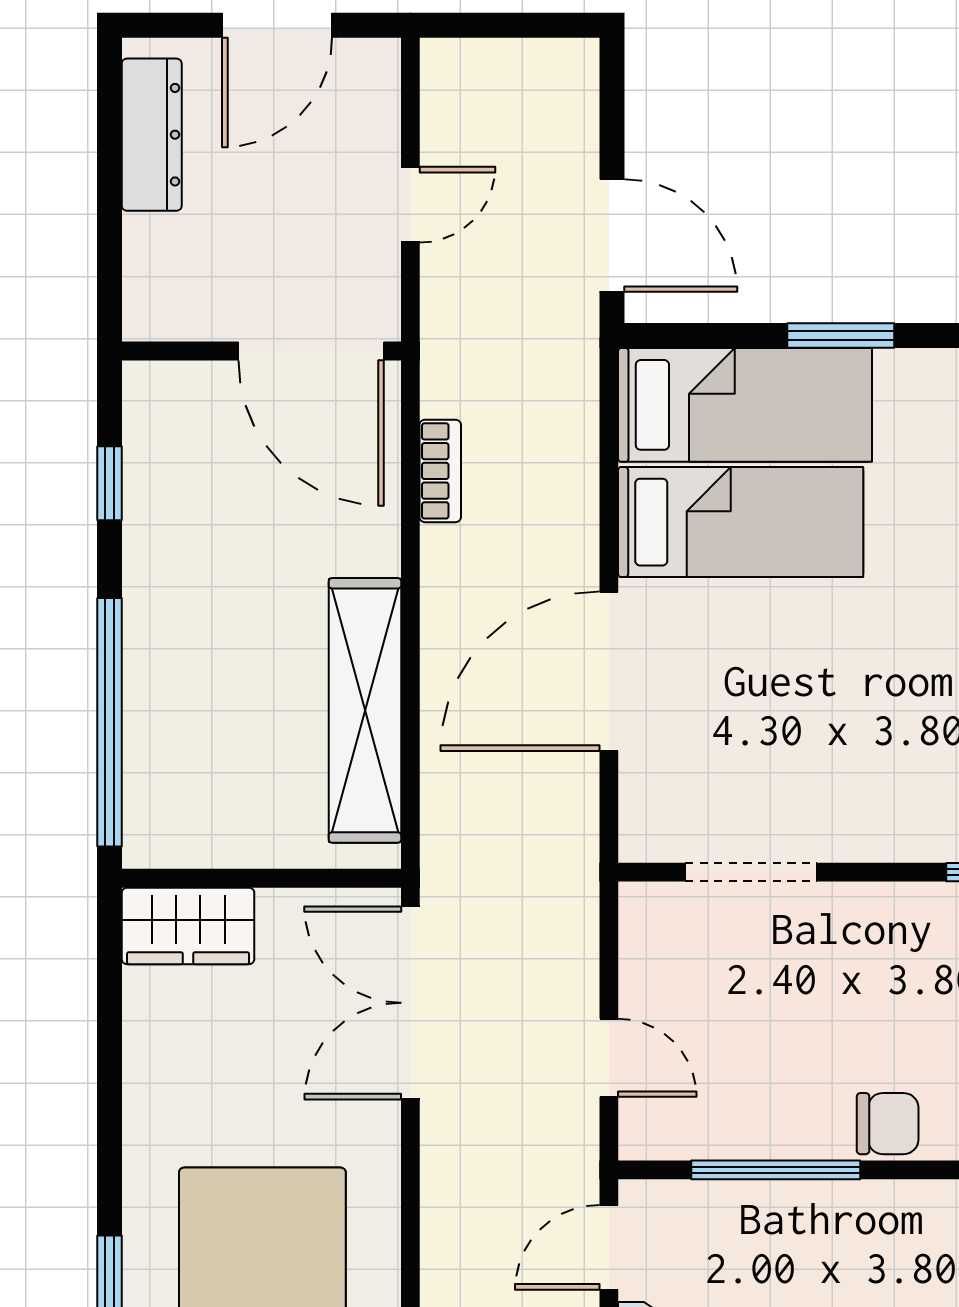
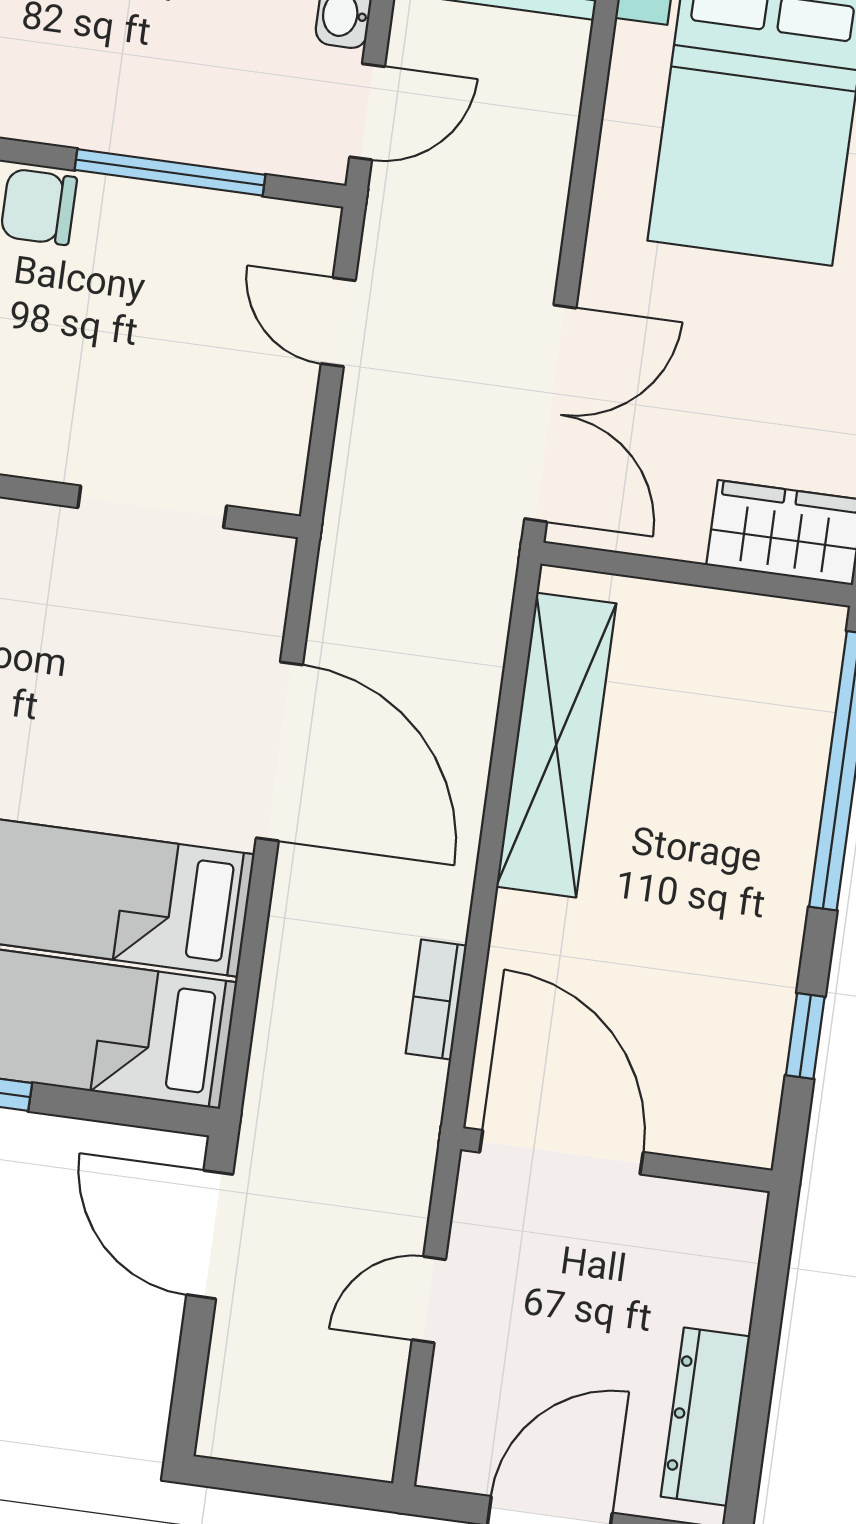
door: (609, 671) -> (279, 751), hinge flipped

